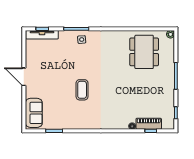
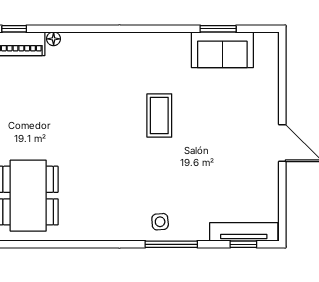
sofa: (34, 113) -> (222, 50), moved, turned -90

